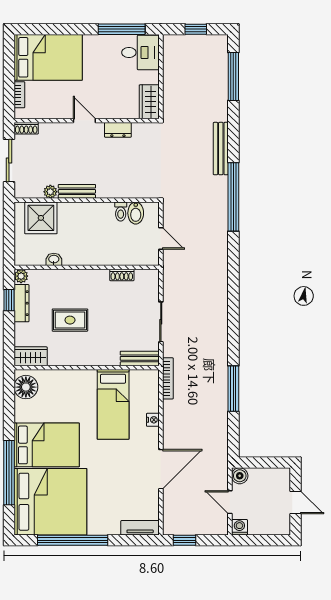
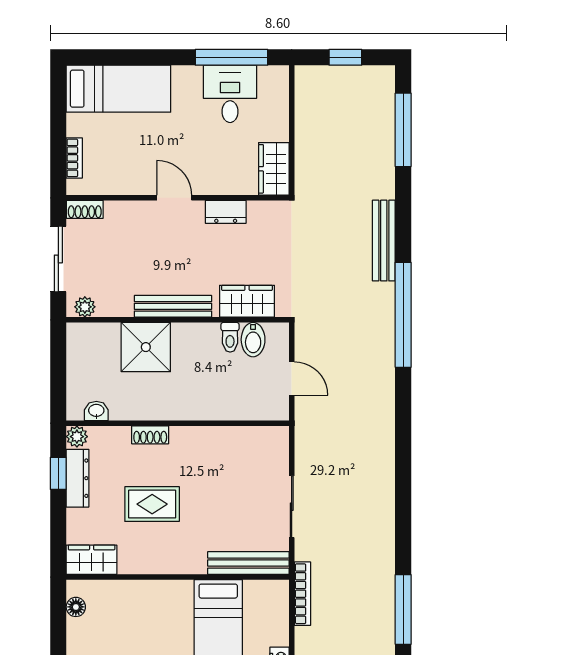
desk: (140, 53) -> (230, 94), moved, turned -90
bed: (48, 57) -> (118, 89), width x0.67
wardrobe: (132, 188) -> (247, 301), added
bench: (77, 191) -> (173, 306), width x1.36
plant: (50, 192) -> (85, 307), moved
shower: (41, 218) -> (146, 347), moved
washbasin: (54, 259) -> (96, 411), moved
shoe rack: (122, 275) -> (150, 435), moved
bench: (140, 358) -> (248, 563), width x1.36
floor lamp: (26, 387) -> (76, 607), width x0.53, depth x0.53

